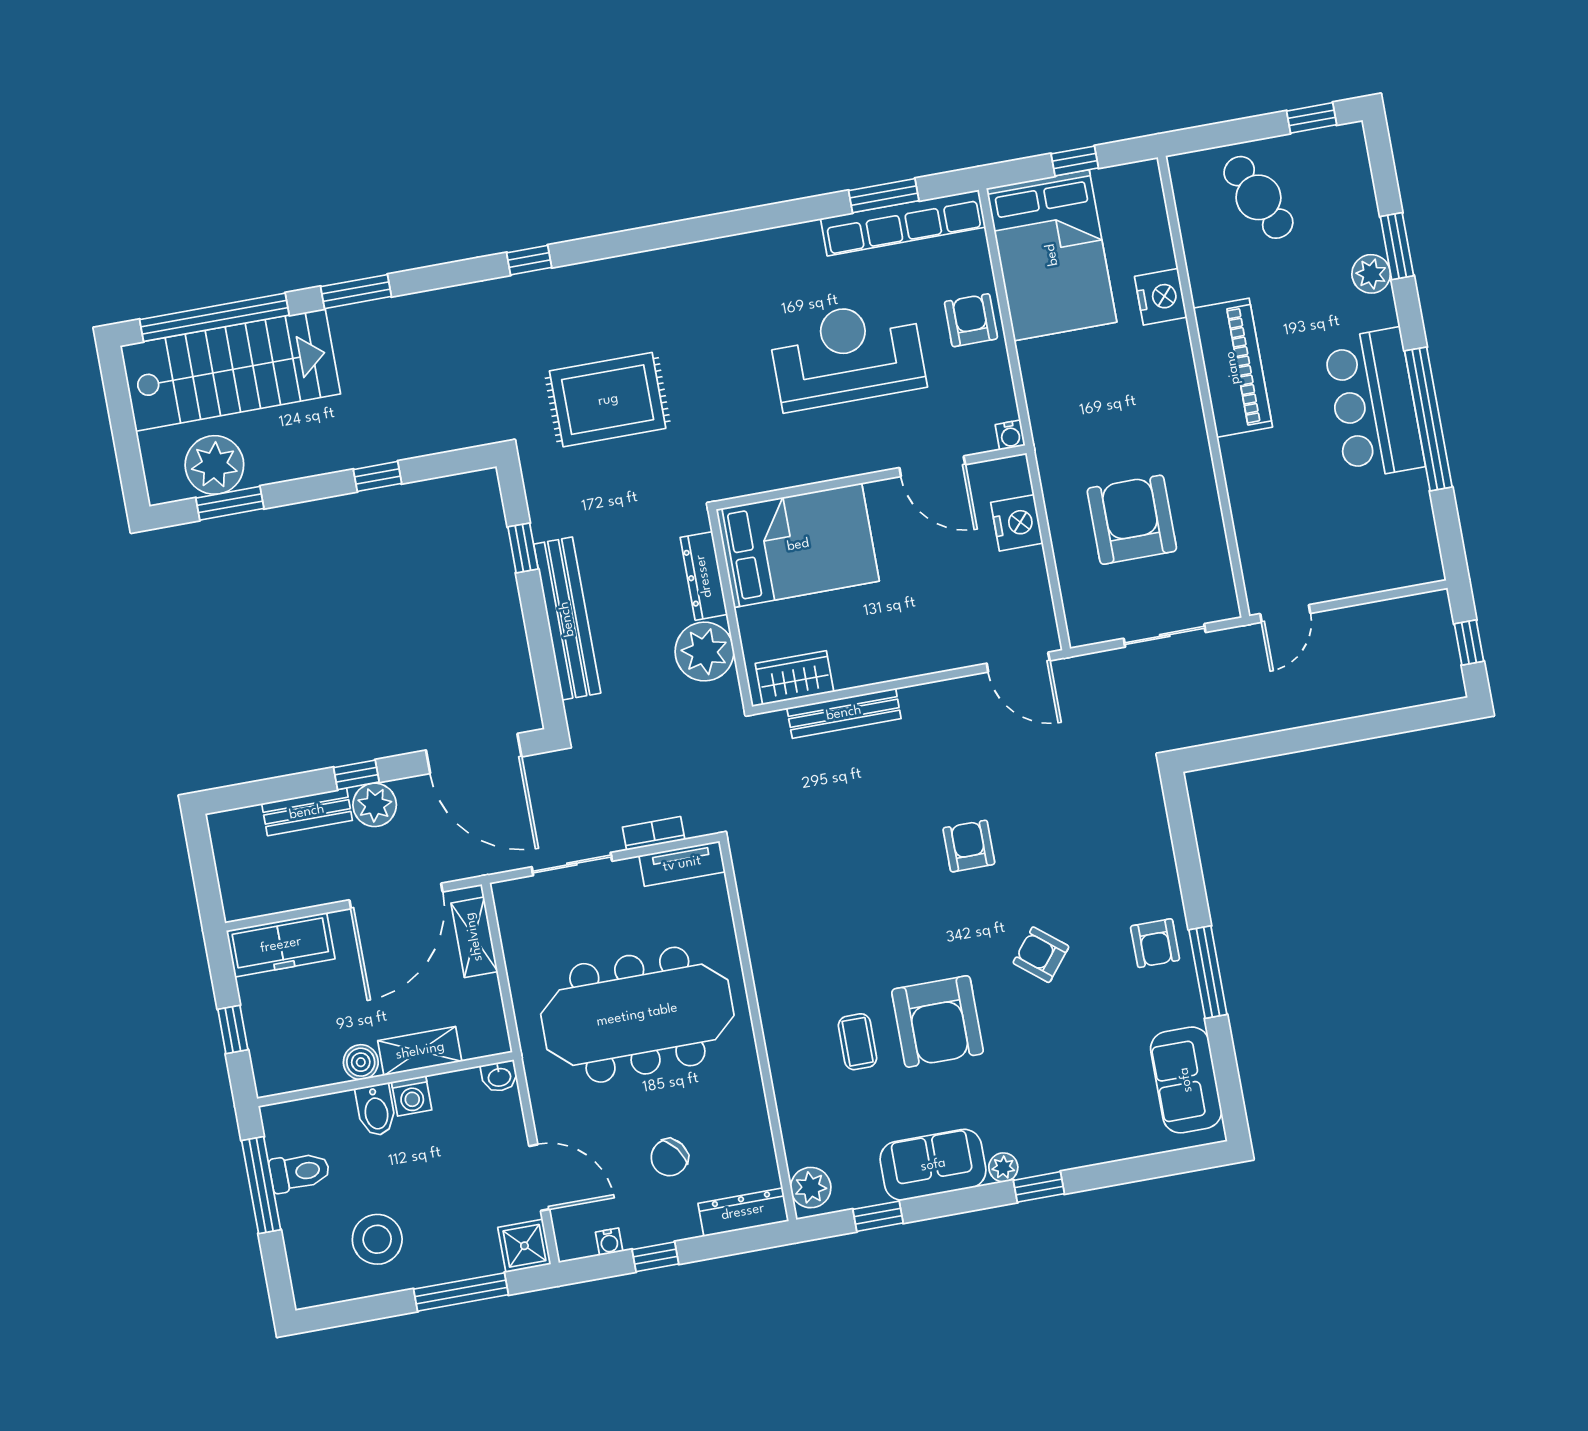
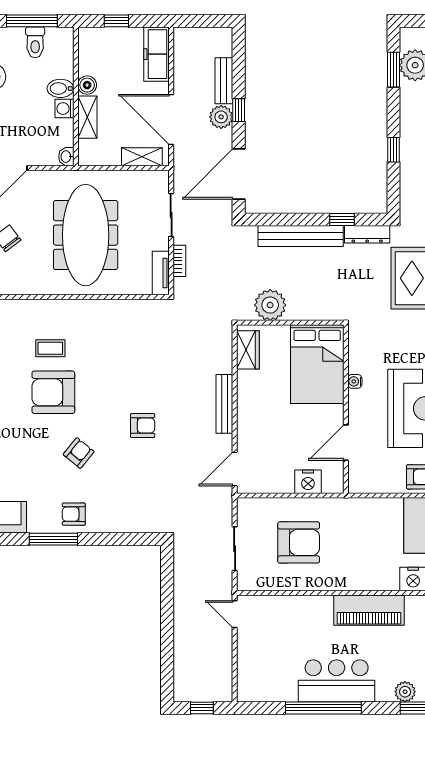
water cooler: (1010, 435) -> (355, 381), moved
dresser: (704, 576) -> (367, 234), moved, turned 180
bench: (844, 713) -> (224, 404), moved

